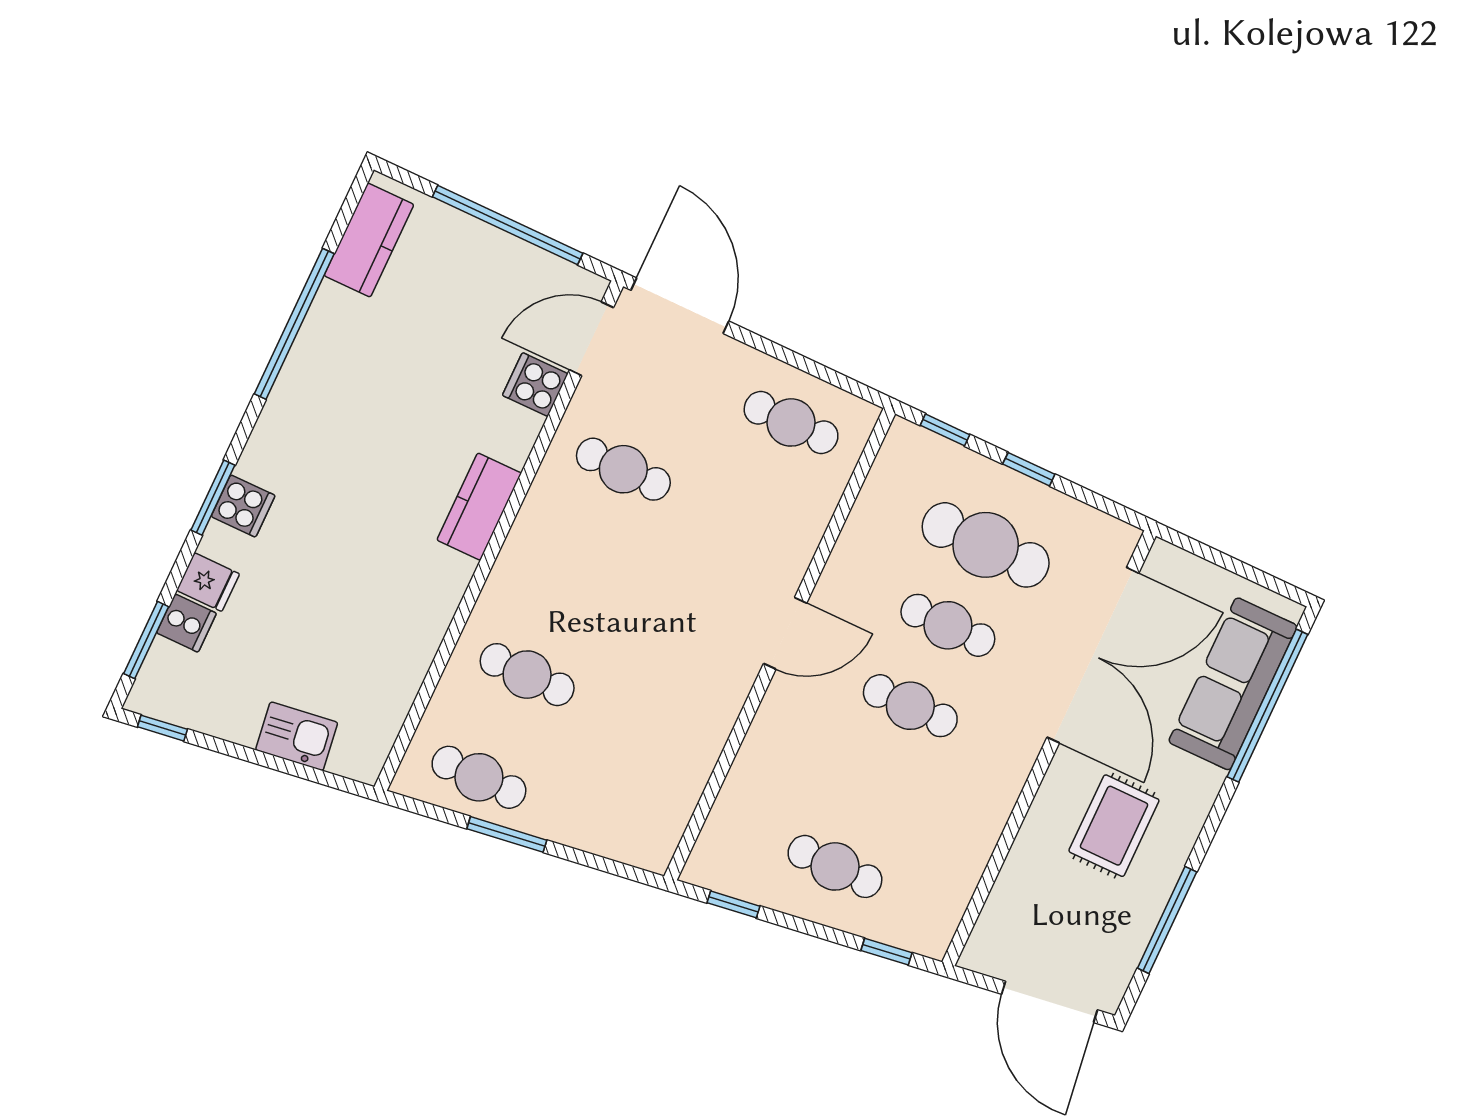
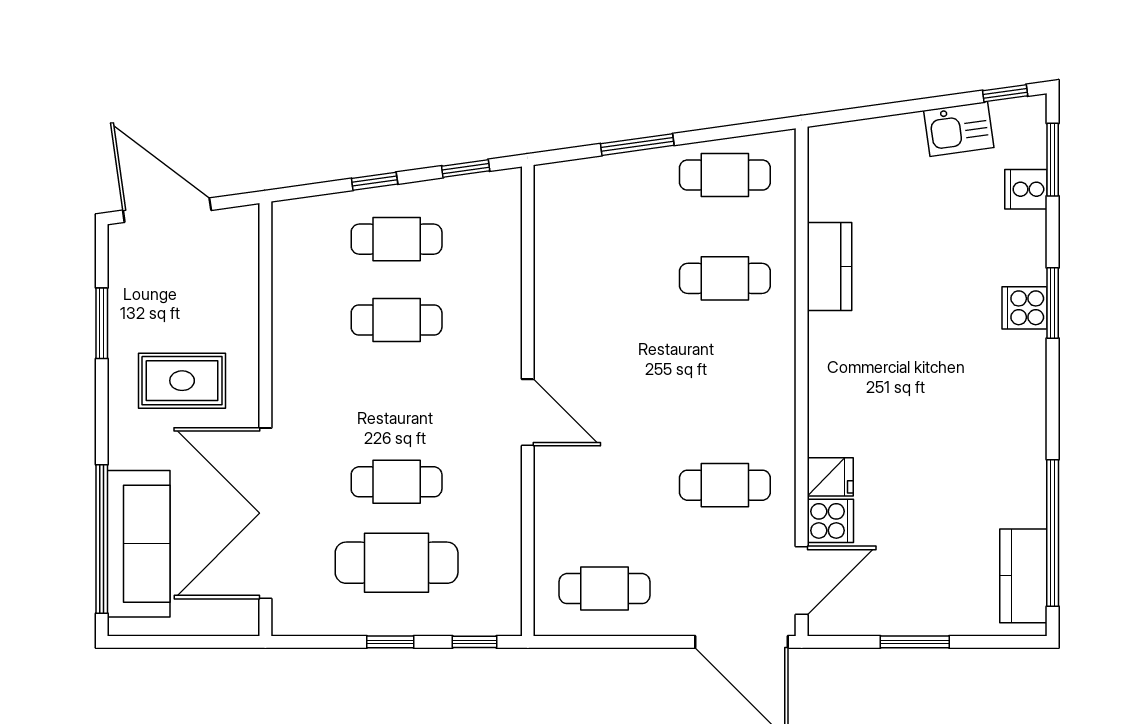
window: (508, 225) -> (915, 642), width x0.47
window: (294, 324) -> (1053, 533), moved
kitchen counter: (479, 507) -> (829, 267), moved
fridge: (208, 582) -> (830, 477), moved, turned 180
door: (785, 633) -> (528, 412), swing flipped
cafe table: (910, 706) -> (397, 320), moved
kitchen sink: (297, 736) -> (959, 129), moved
rug: (1114, 826) -> (182, 381), turned 90
window: (507, 834) -> (637, 145), moved
window: (1167, 920) -> (102, 323), width x0.69
window: (886, 952) -> (375, 181), moved

